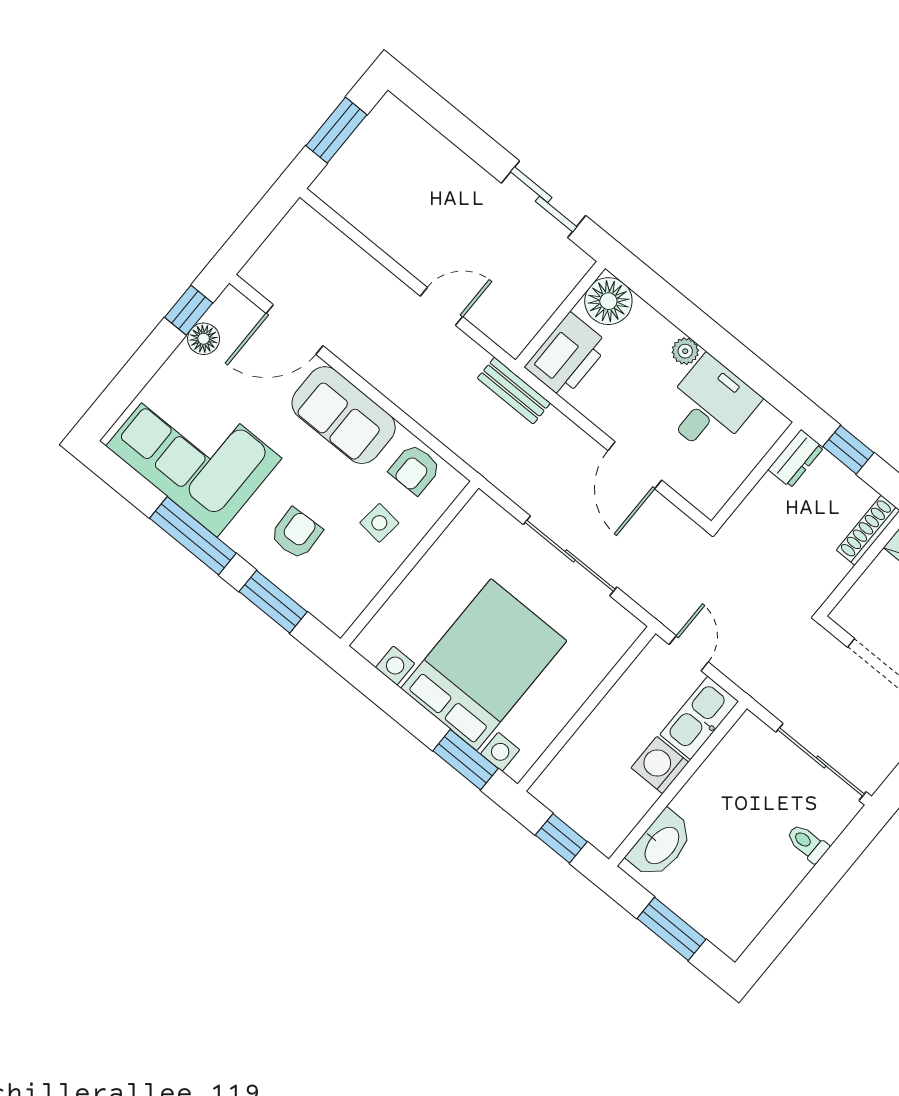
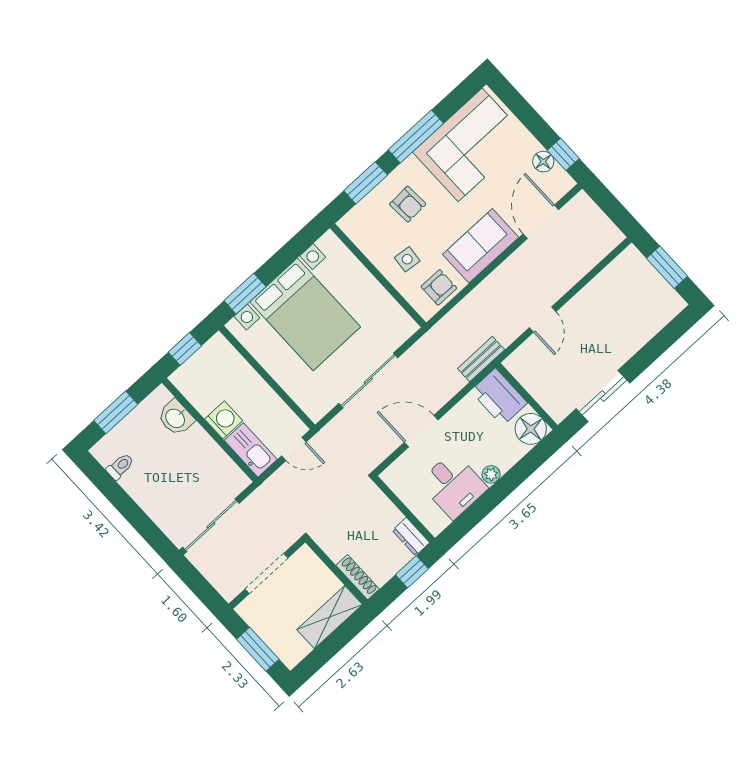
armchair: (415, 469) -> (439, 287), turned 90
toilet: (807, 843) -> (120, 466), moved
washbasin: (661, 845) -> (176, 418), width x0.72

